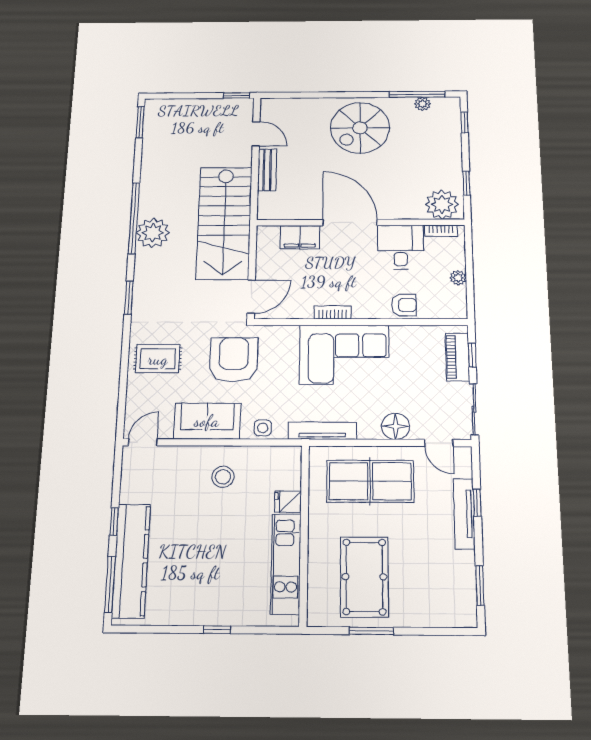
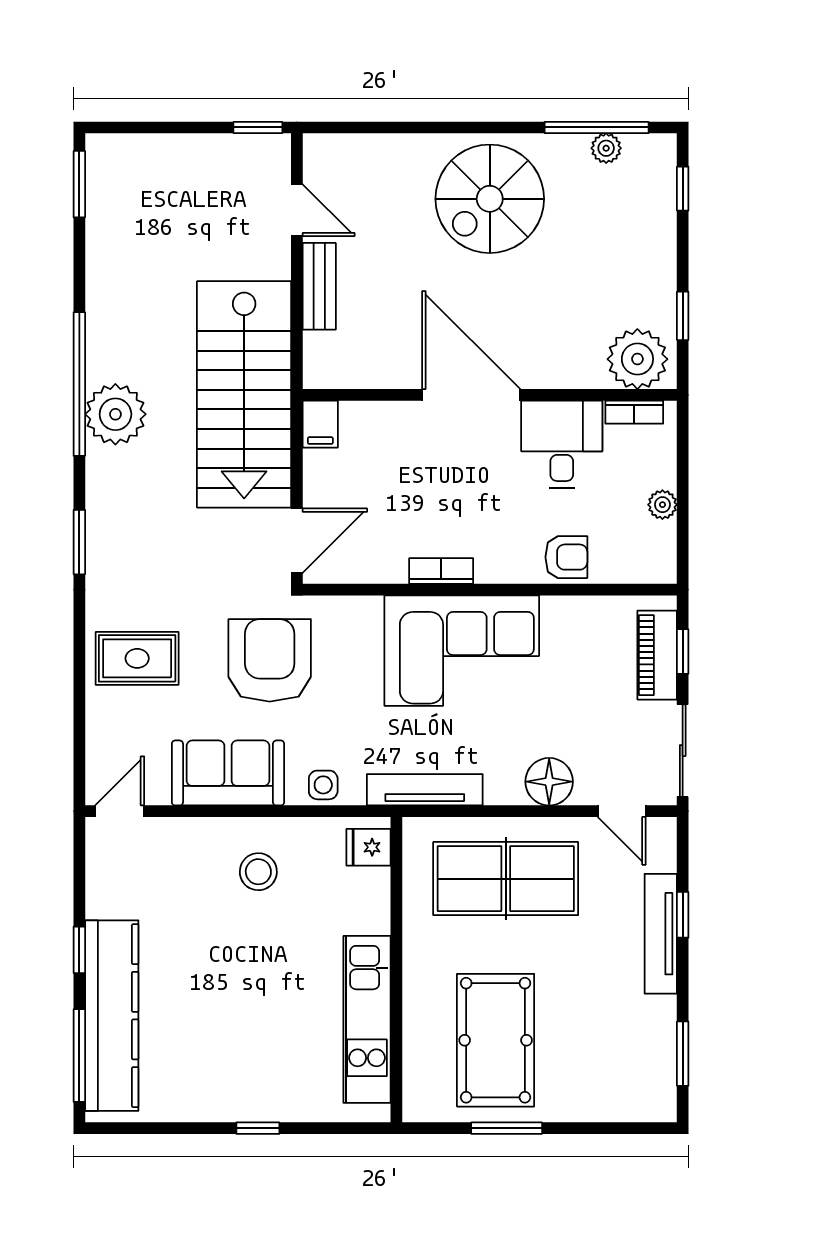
filing cabinet: (300, 237) -> (320, 424), moved, width x0.50
fridge: (288, 502) -> (369, 847), moved

